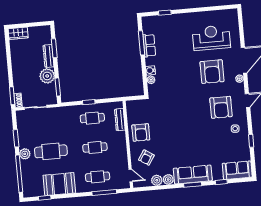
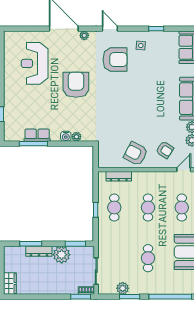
armchair: (212, 72) -> (76, 85), moved, turned -90
armchair: (141, 132) -> (136, 154), turned -153
cafe table: (51, 151) -> (148, 258), width x0.73, depth x0.74
plant: (25, 154) -> (123, 288), moved

